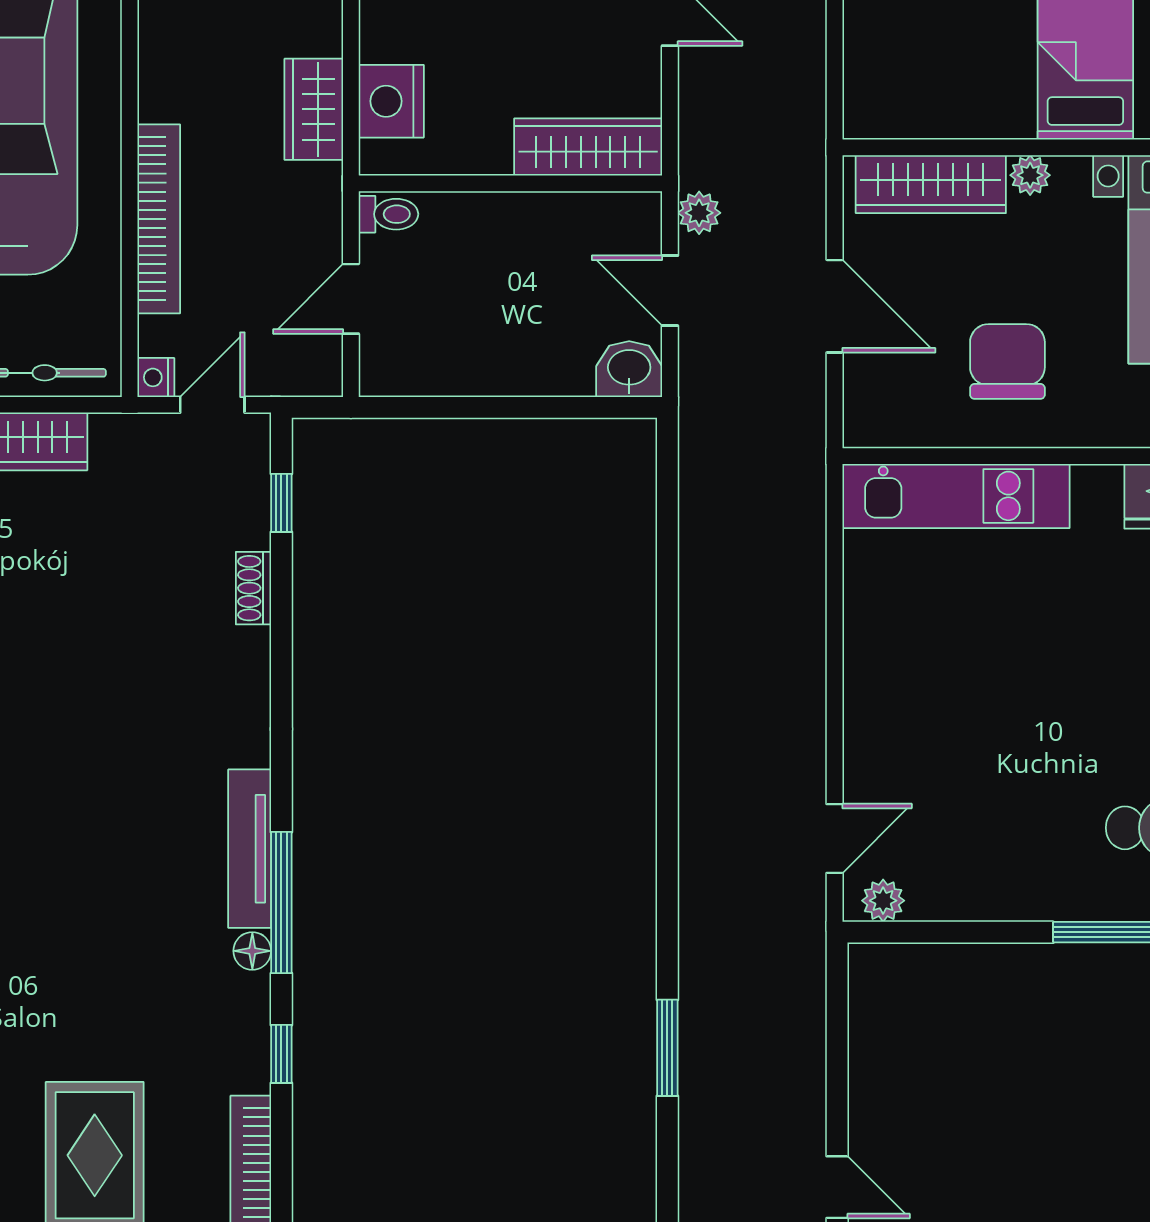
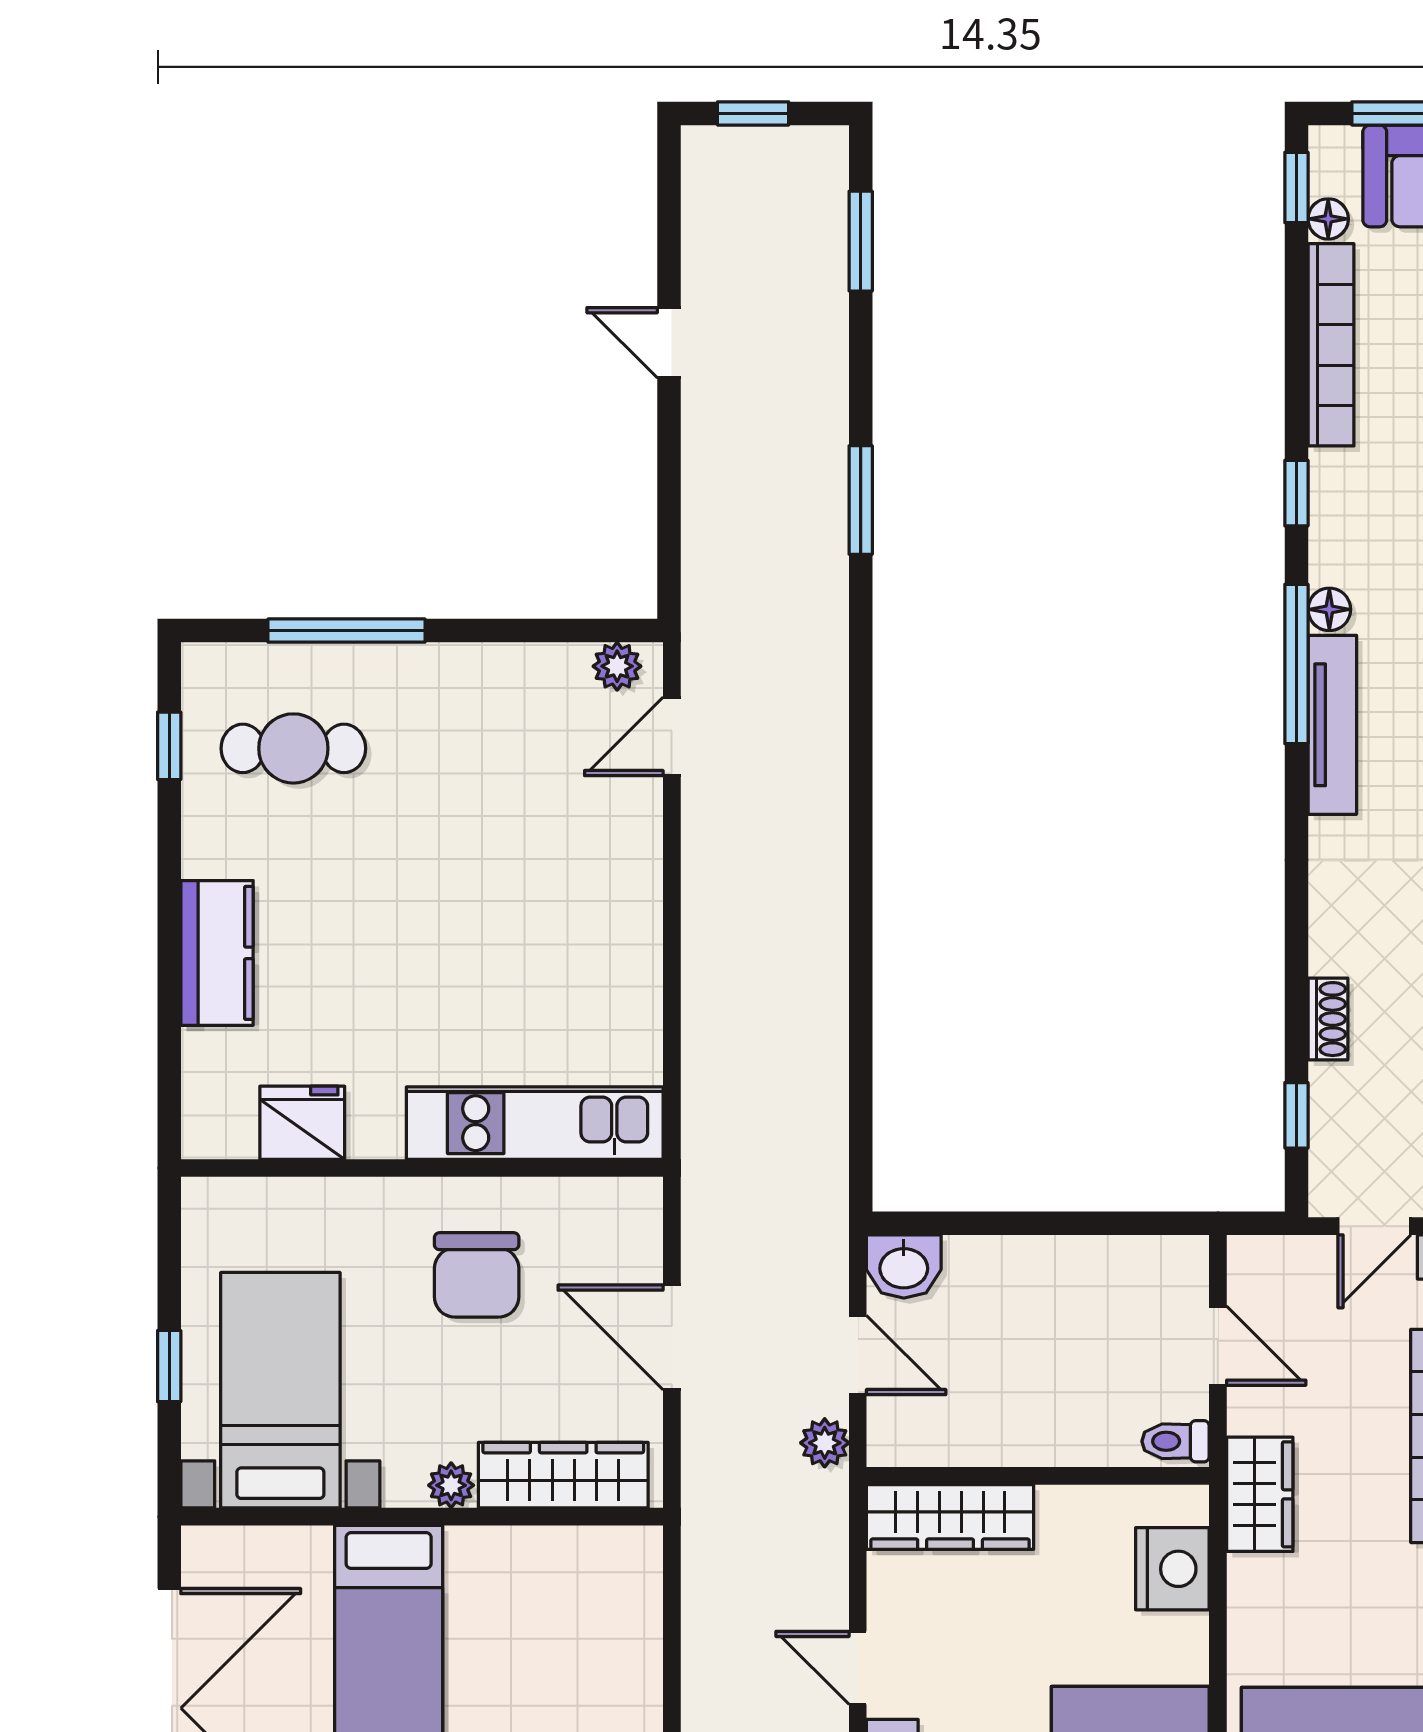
wardrobe: (314, 109) -> (1260, 1494), moved
door: (351, 299) -> (1218, 1346), hinge flipped

